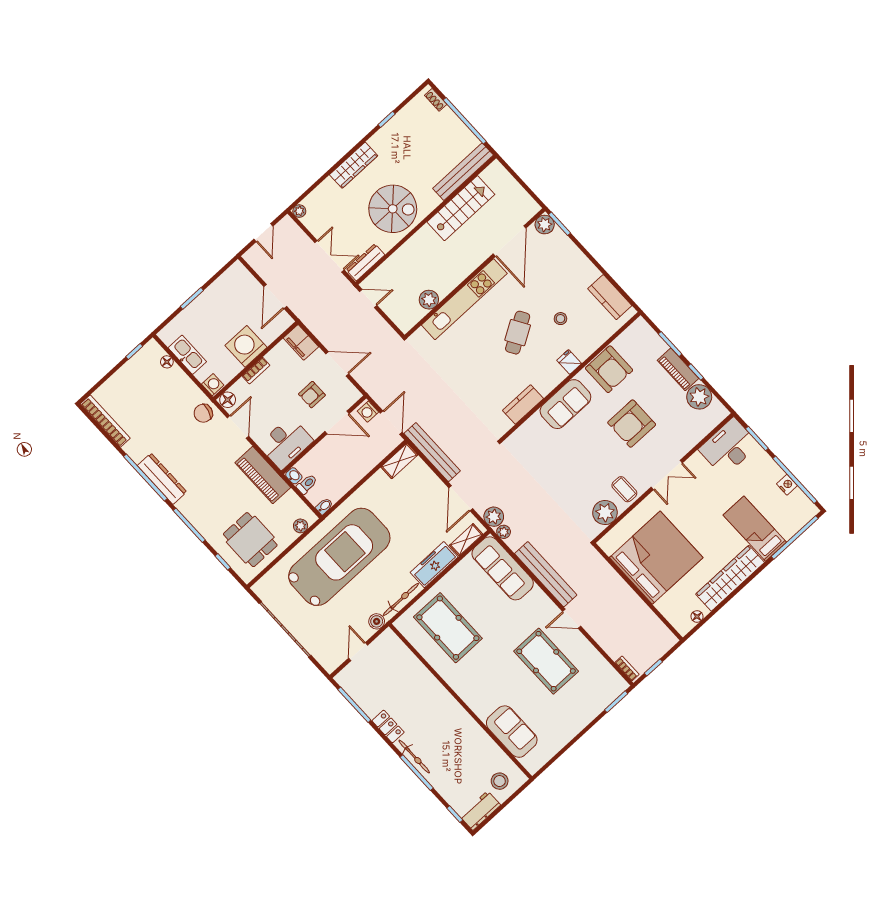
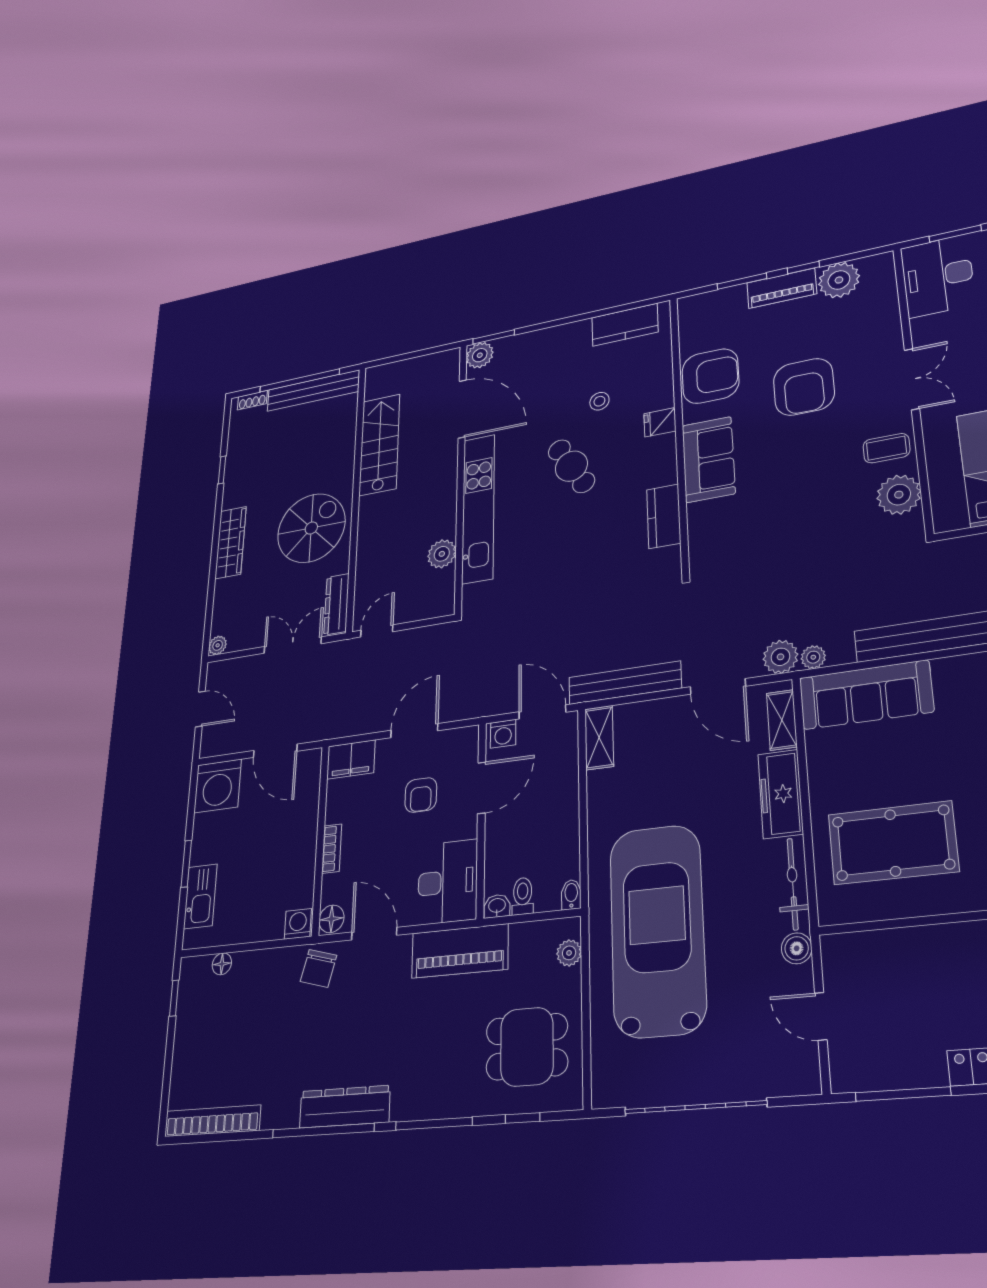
bench: (463, 172) -> (313, 391), moved, turned 90
washing machine: (246, 346) -> (218, 786), moved, turned -90
kitchen sink: (187, 355) -> (200, 896), moved, turned 90

